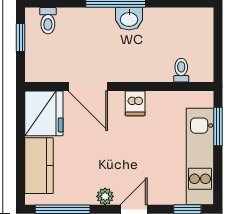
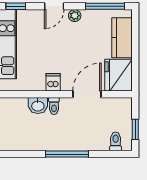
washbasin: (129, 19) -> (38, 106), moved, turned 180
toilet: (181, 70) -> (54, 106), moved
door: (88, 86) -> (87, 94), hinge flipped

